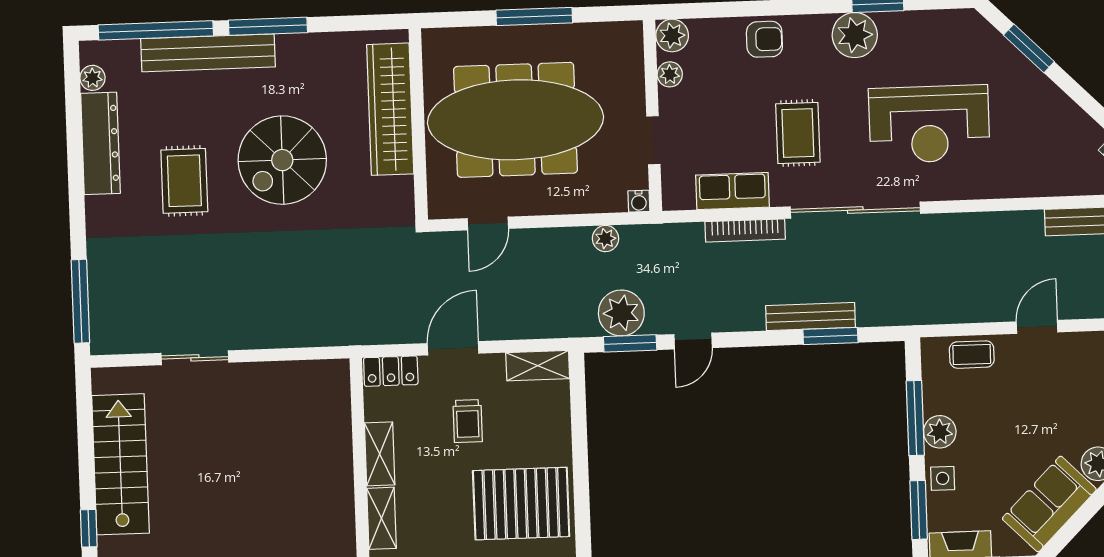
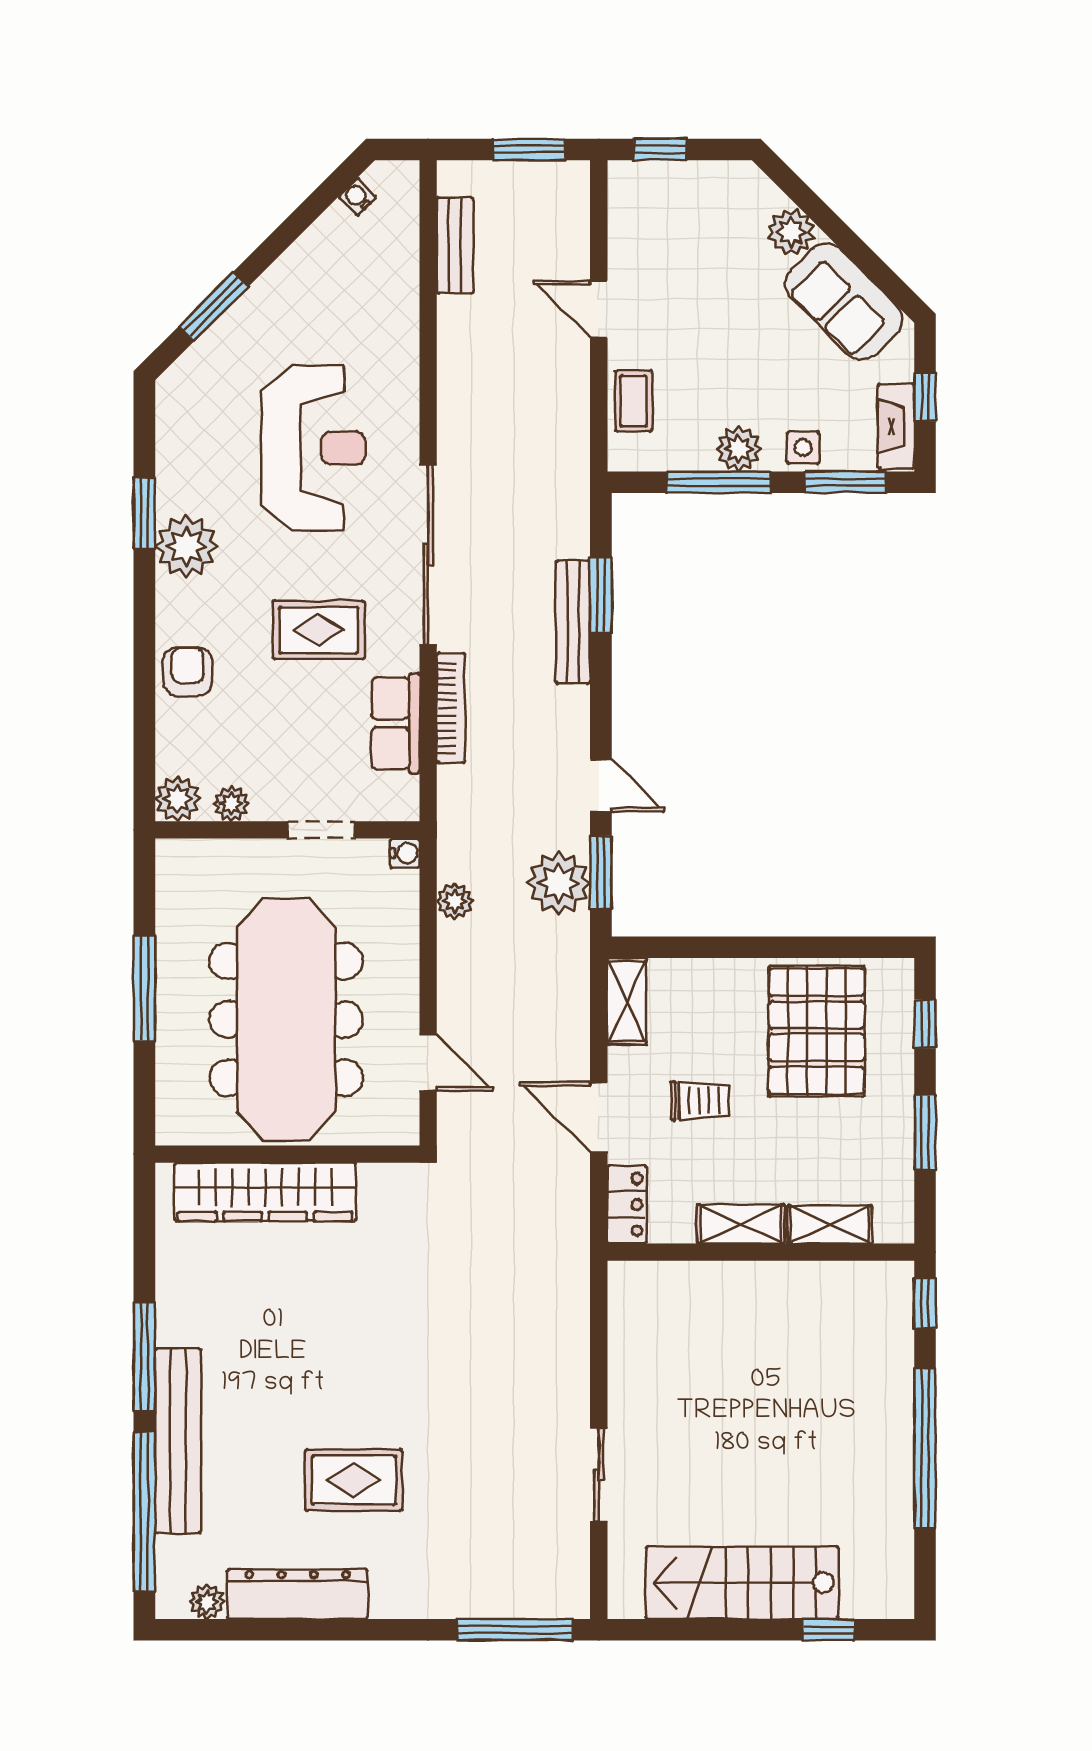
spiral stairs: (282, 160) -> (330, 1344), removed

